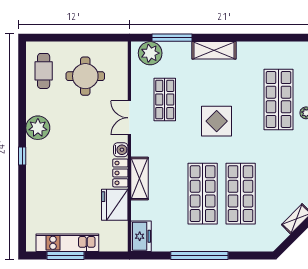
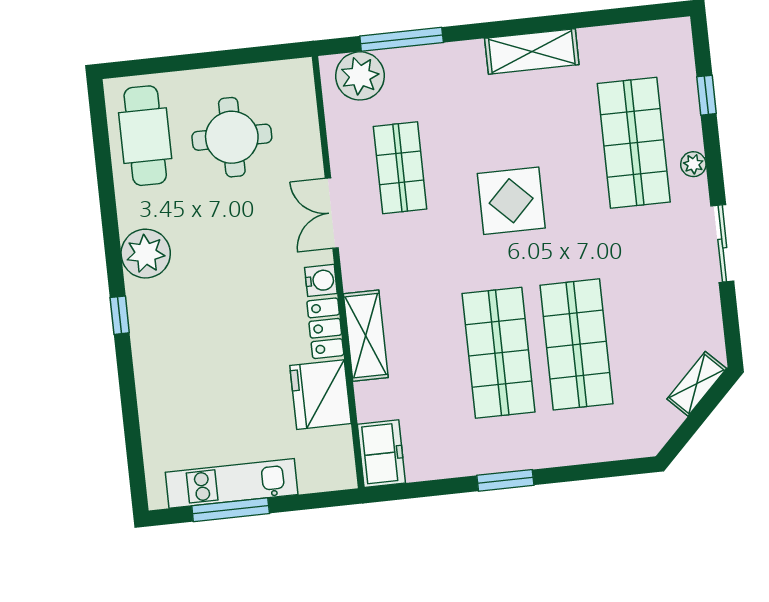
shelving: (214, 50) -> (532, 51), moved
cafe table: (44, 71) -> (145, 136), width x1.37, depth x1.35
window: (199, 255) -> (505, 480), width x0.47

